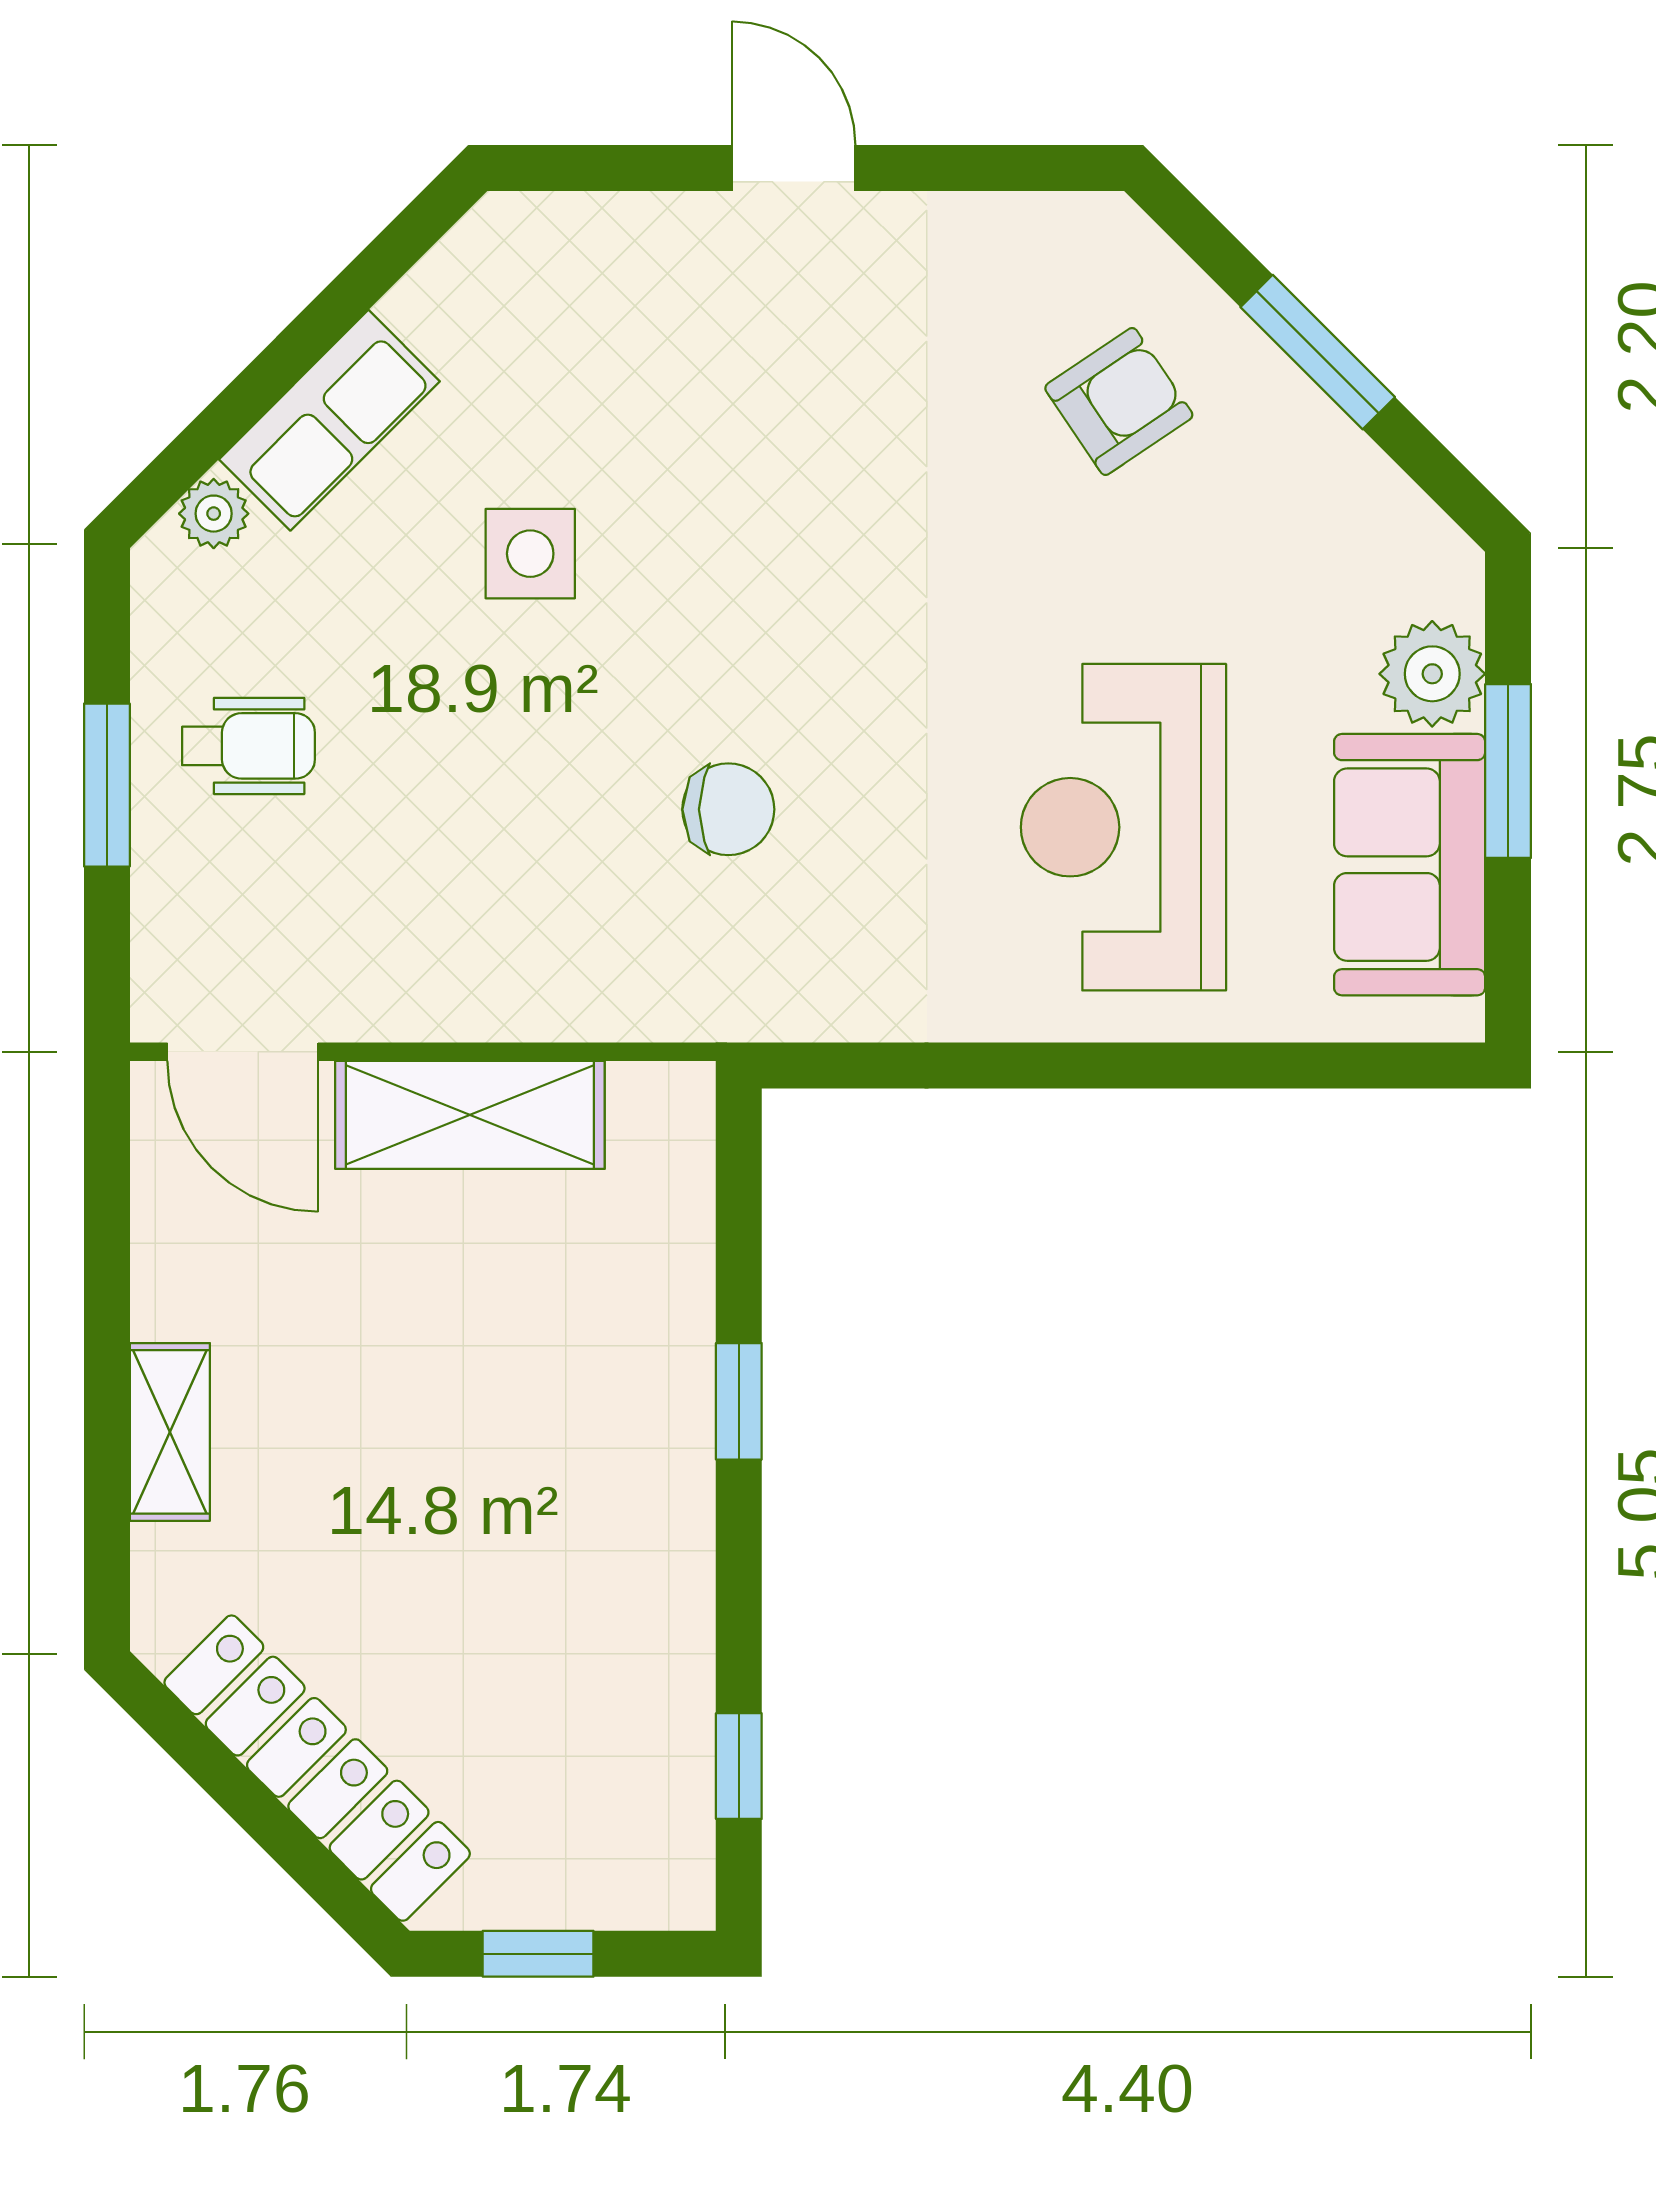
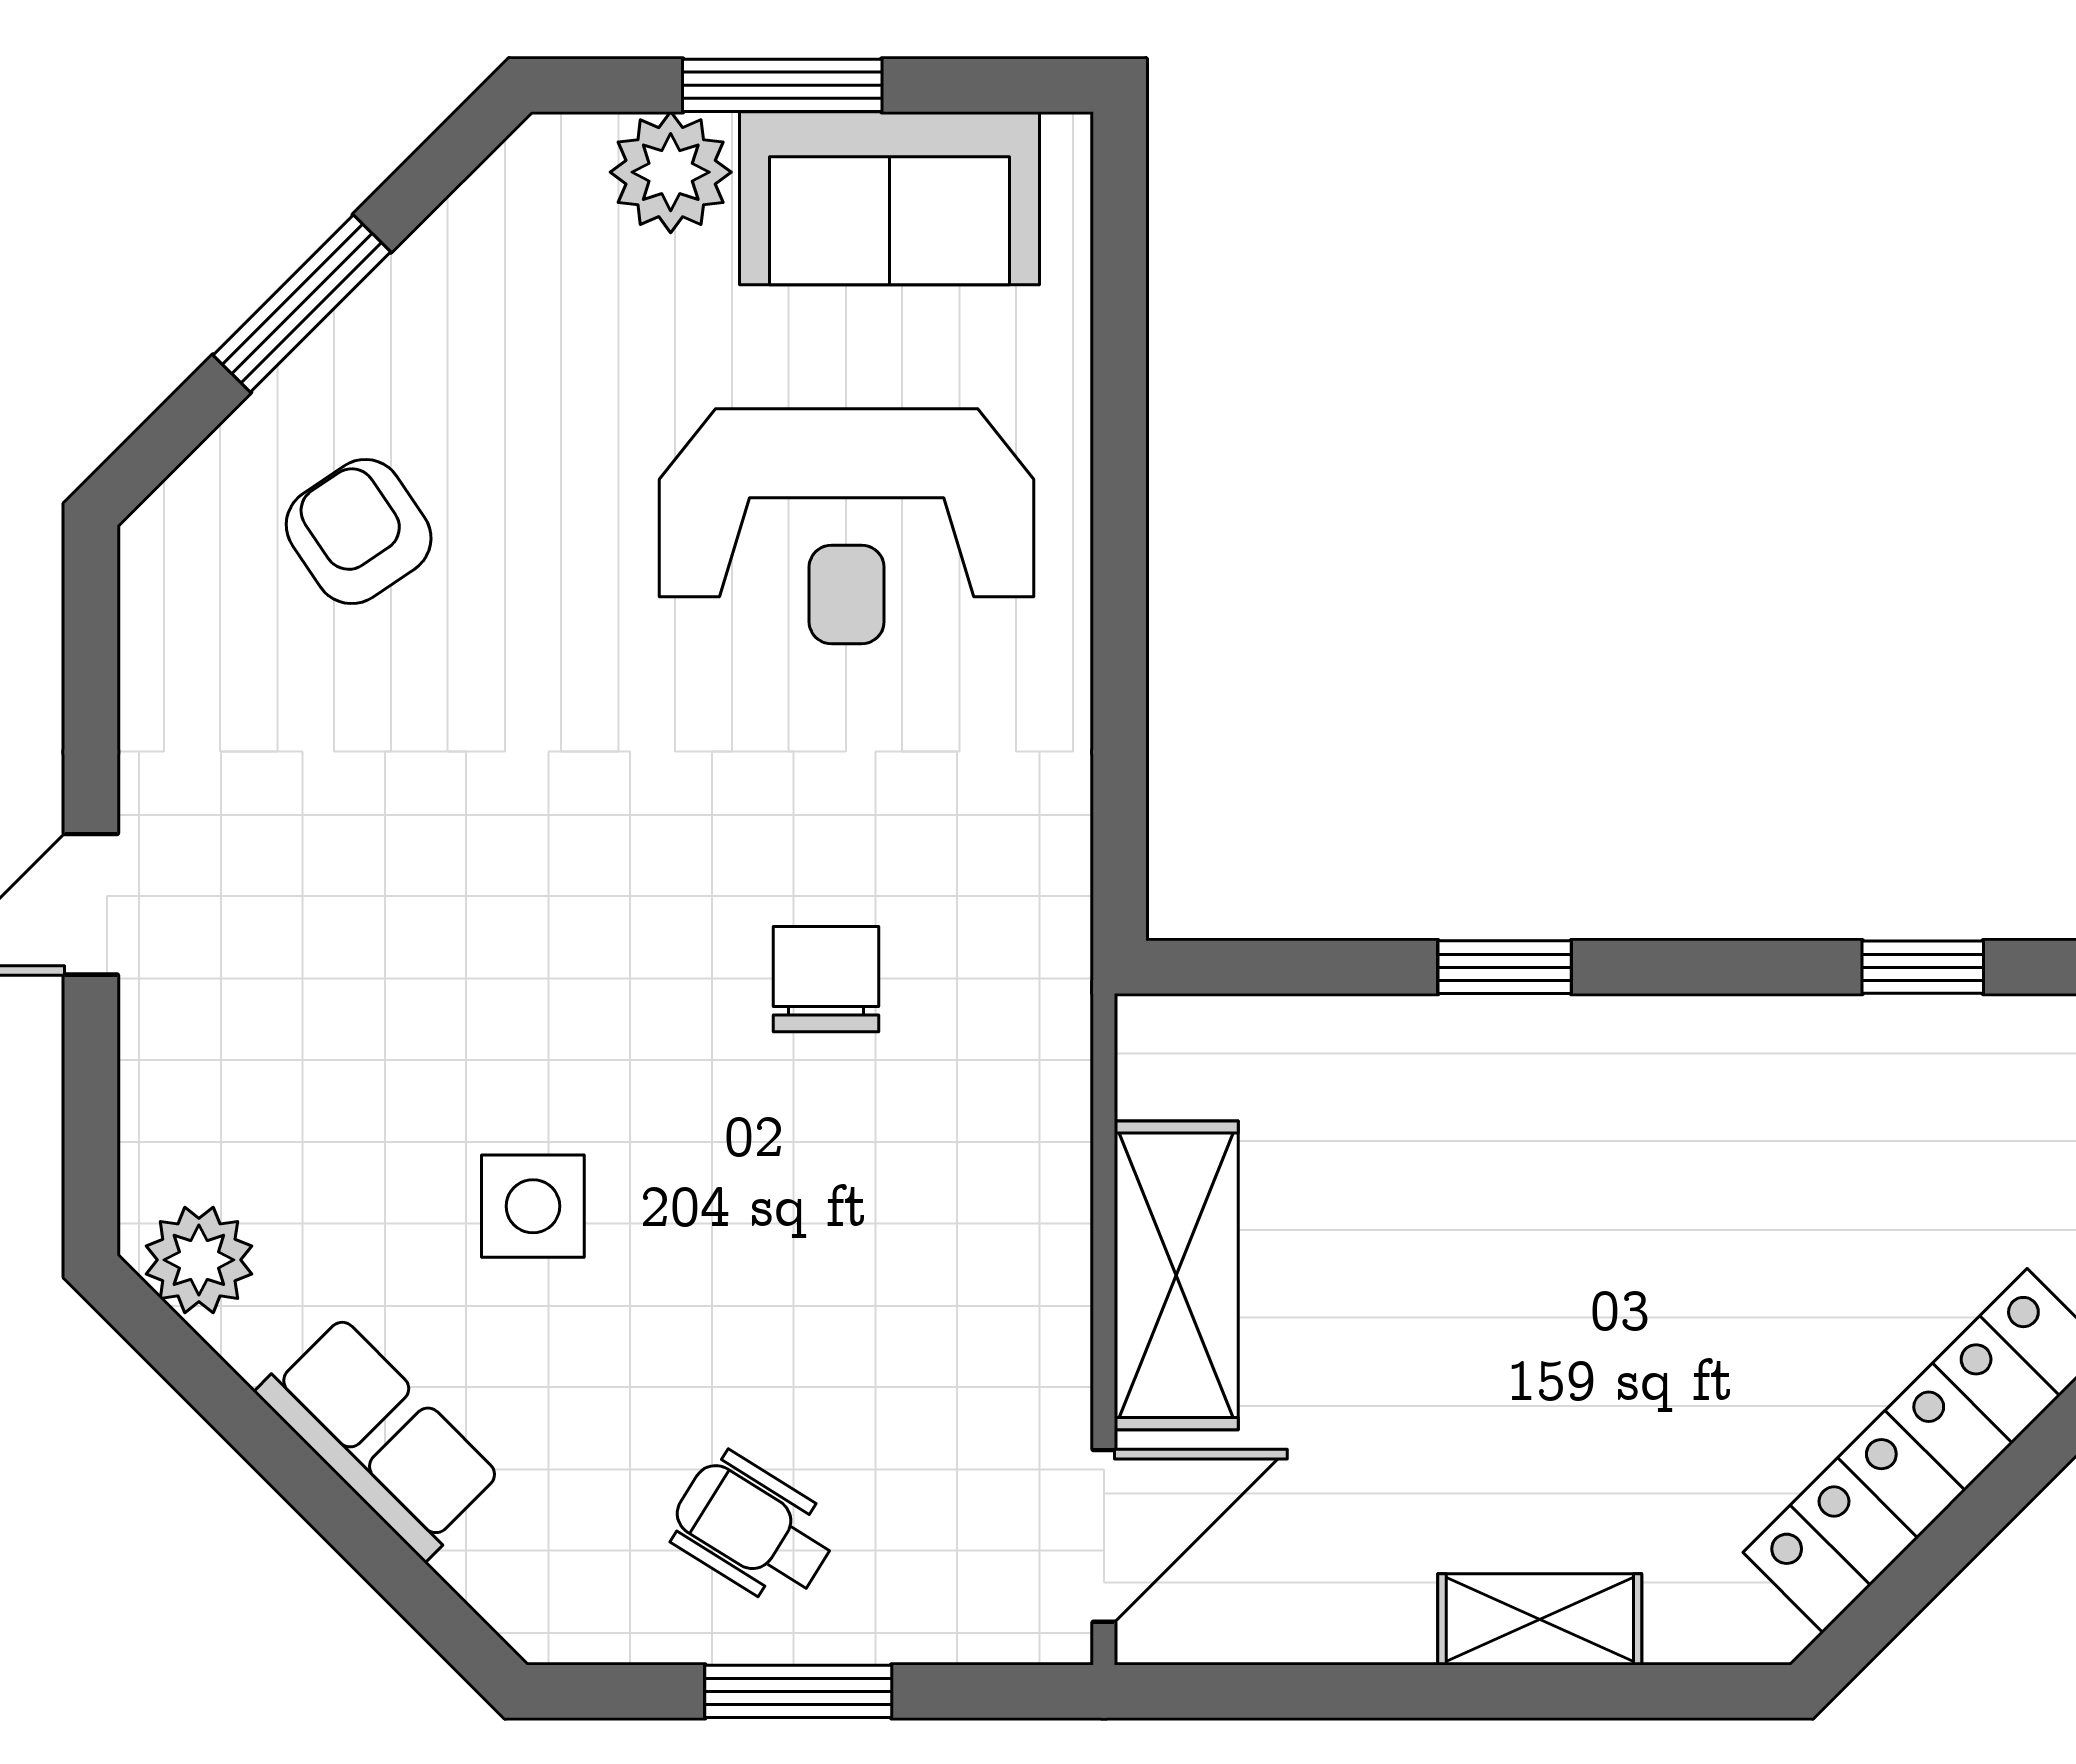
plant: (214, 514) -> (199, 1260), moved, width x1.38, depth x1.38
wheelchair: (248, 746) -> (753, 1529), turned -58

